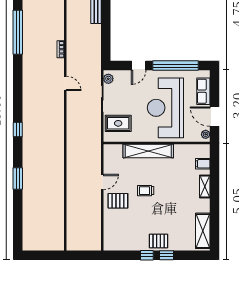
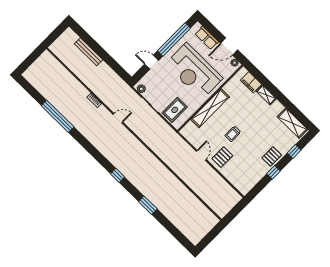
door: (139, 66) -> (152, 62), swing flipped
filing cabinet: (203, 164) -> (251, 82), width x2.00
window: (166, 255) -> (294, 151), moved

